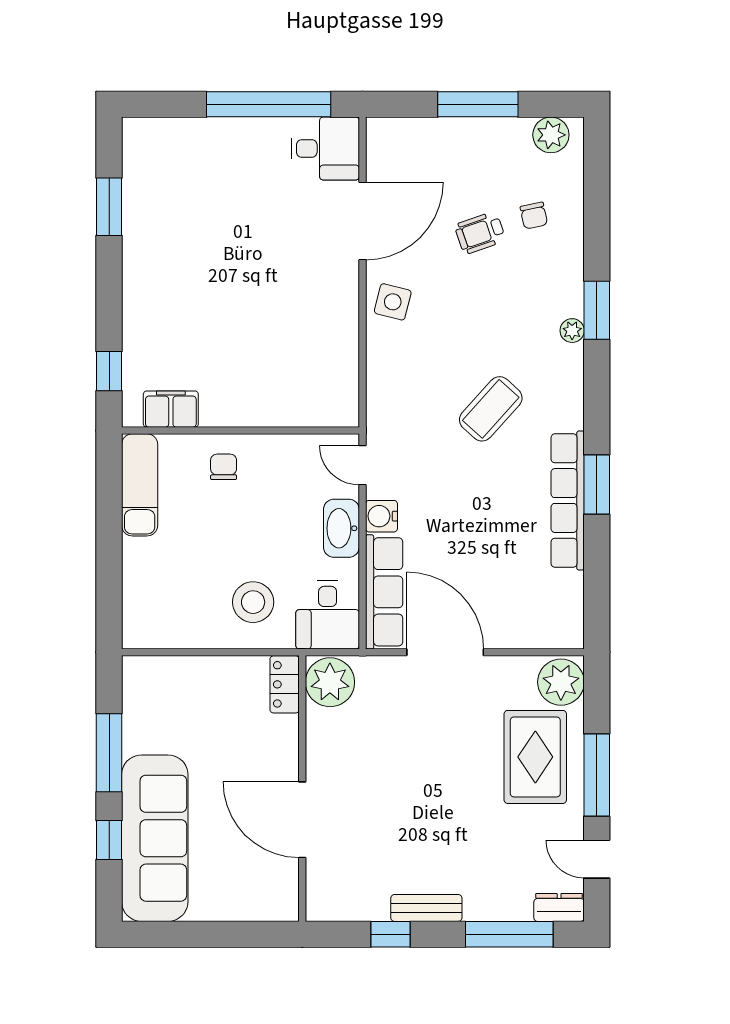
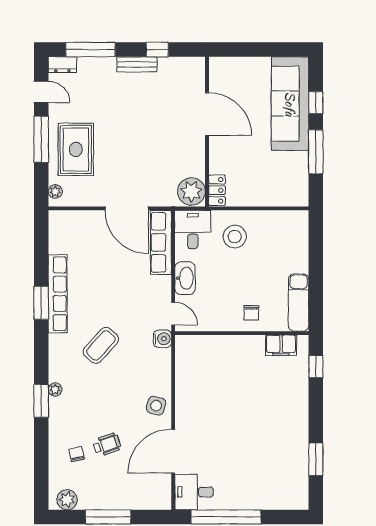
water cooler: (381, 516) -> (162, 339), moved
plant: (561, 682) -> (55, 191), width x0.53, depth x0.53

